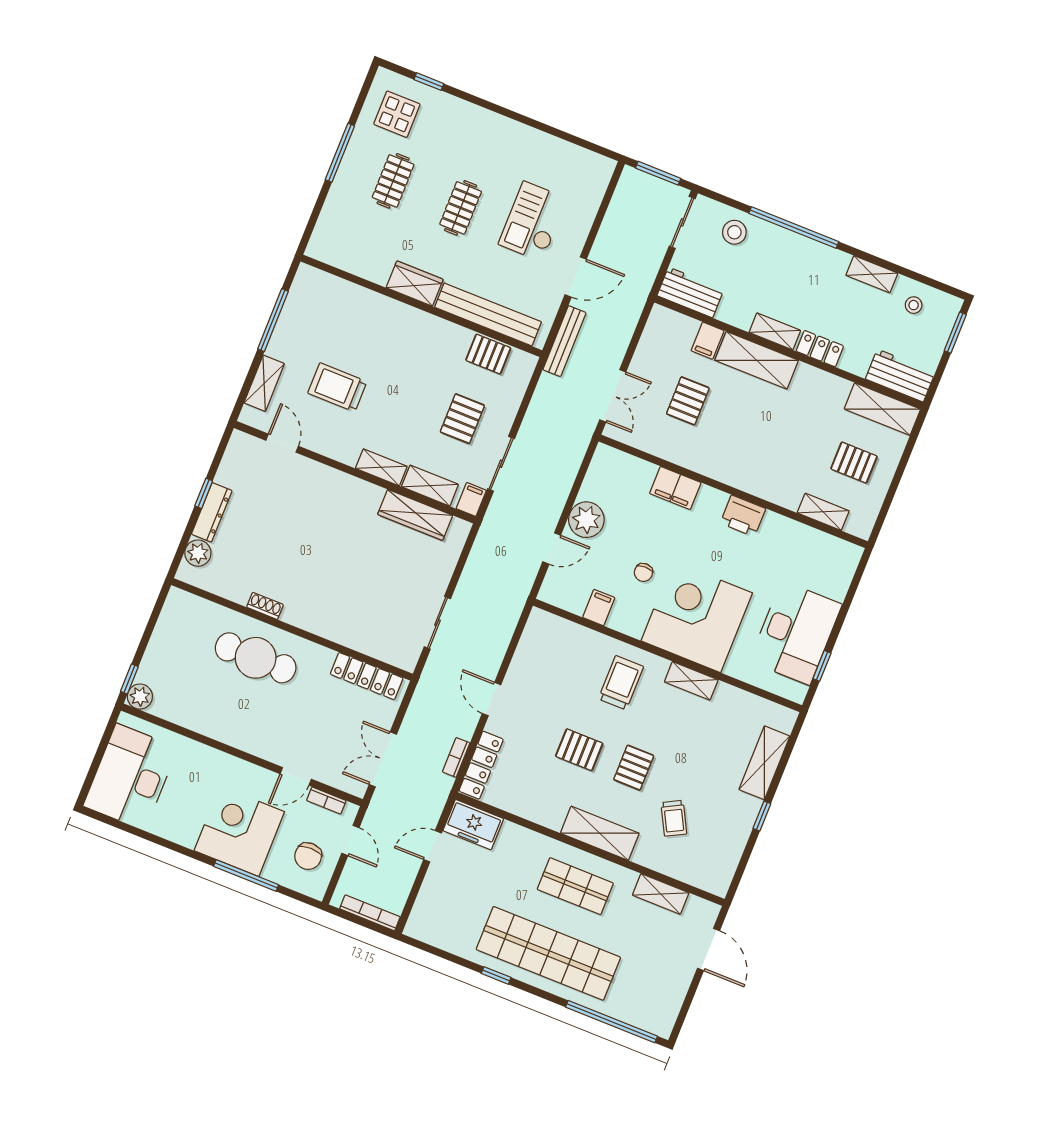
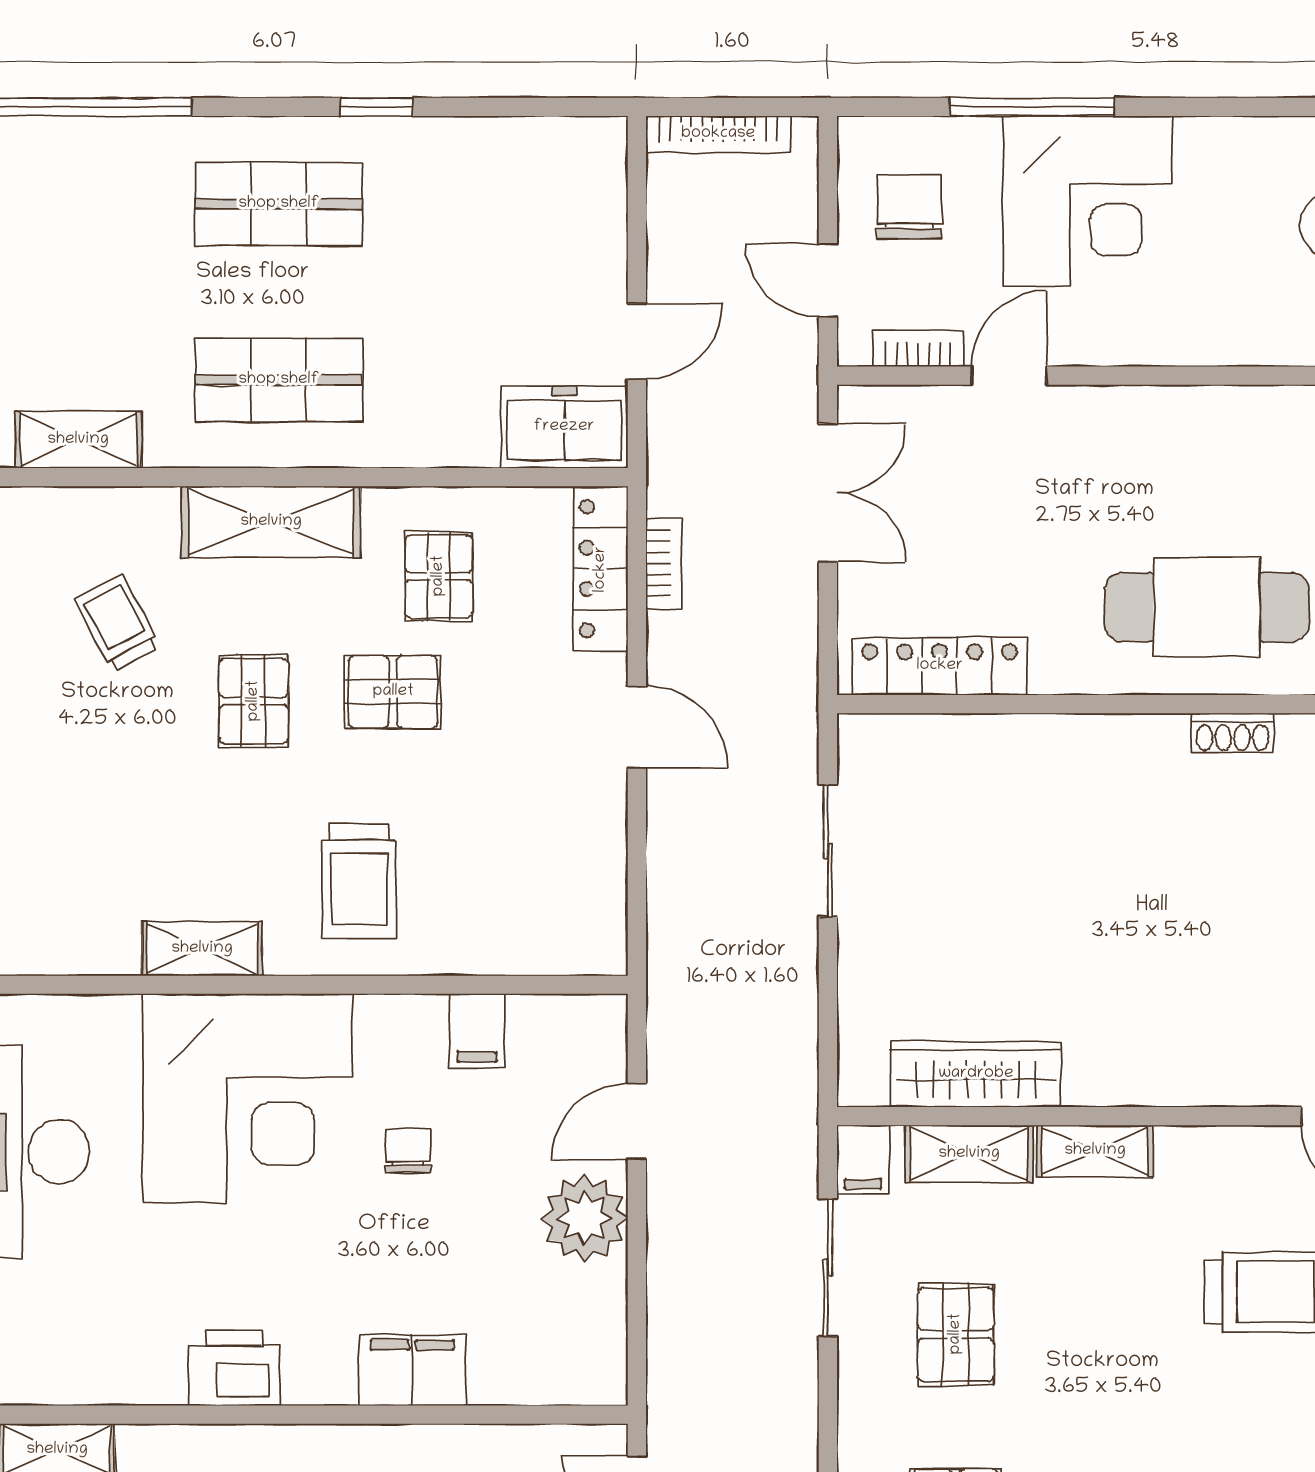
pallet: (544, 787) -> (439, 576), added
shop shelf: (548, 953) -> (279, 204), width x0.50, depth x0.74

